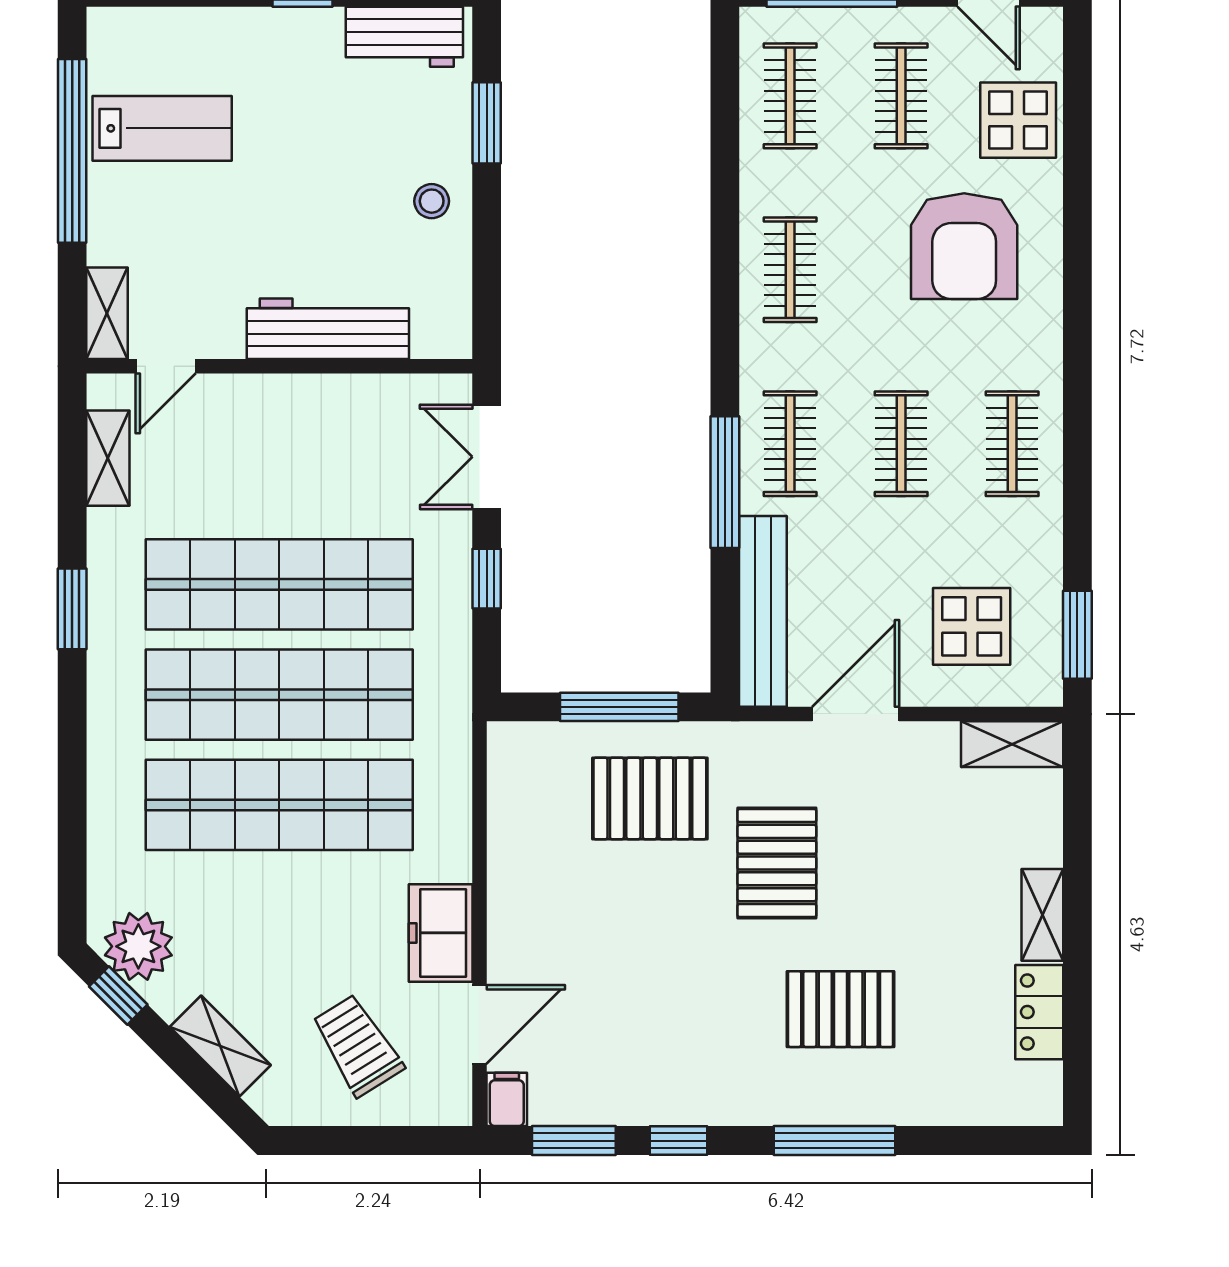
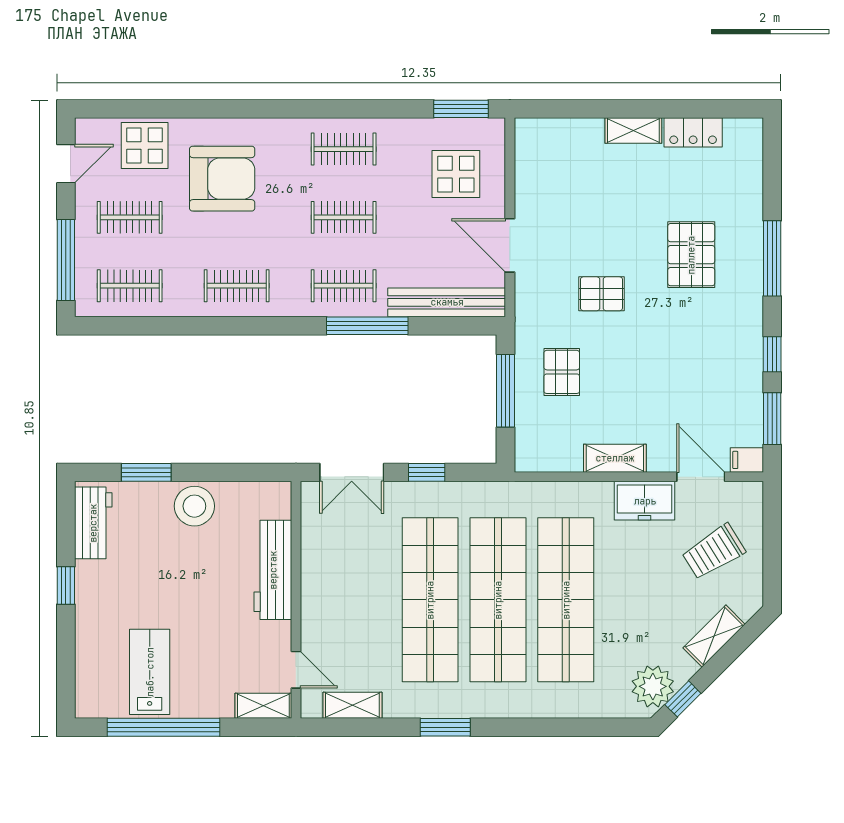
stool: (432, 201) -> (194, 506), width x1.89, depth x1.89
shelving: (1012, 744) -> (615, 458), moved, turned 90
pallet: (650, 798) -> (562, 372), width x0.67, depth x0.71
pallet: (777, 863) -> (601, 294), width x0.67, depth x0.71

